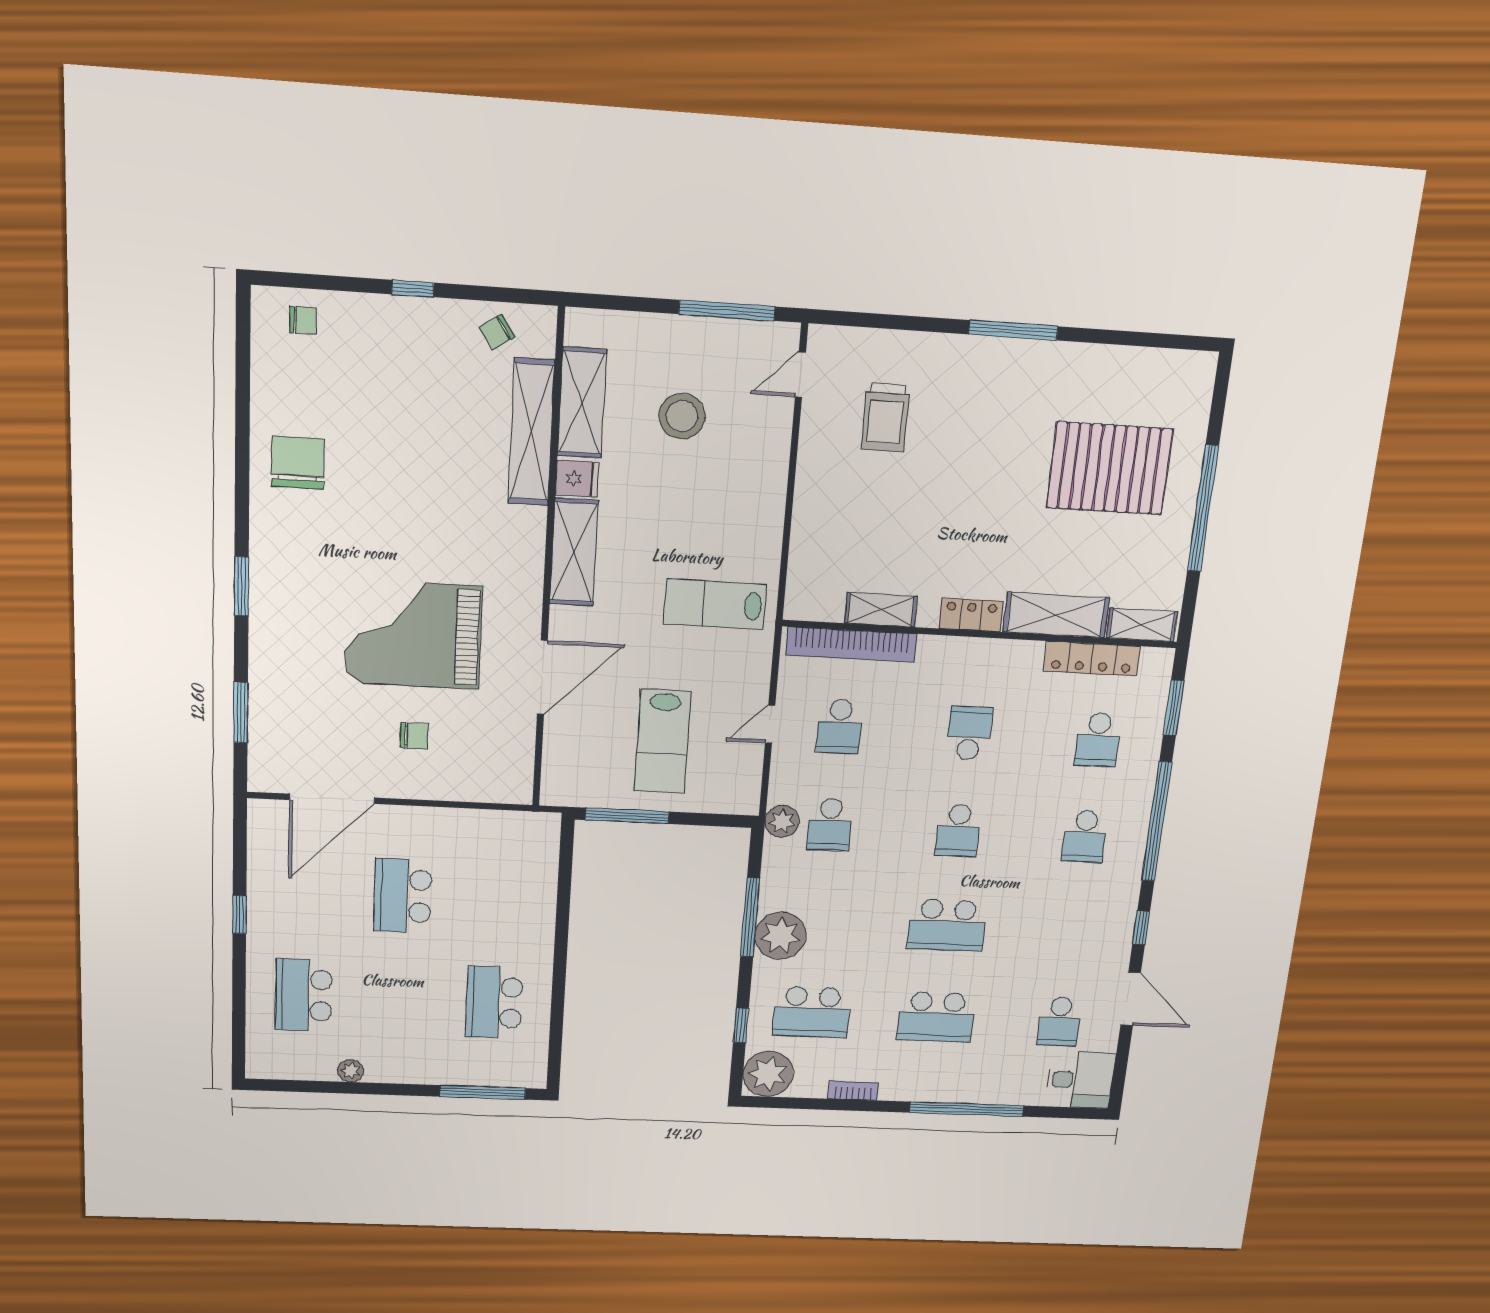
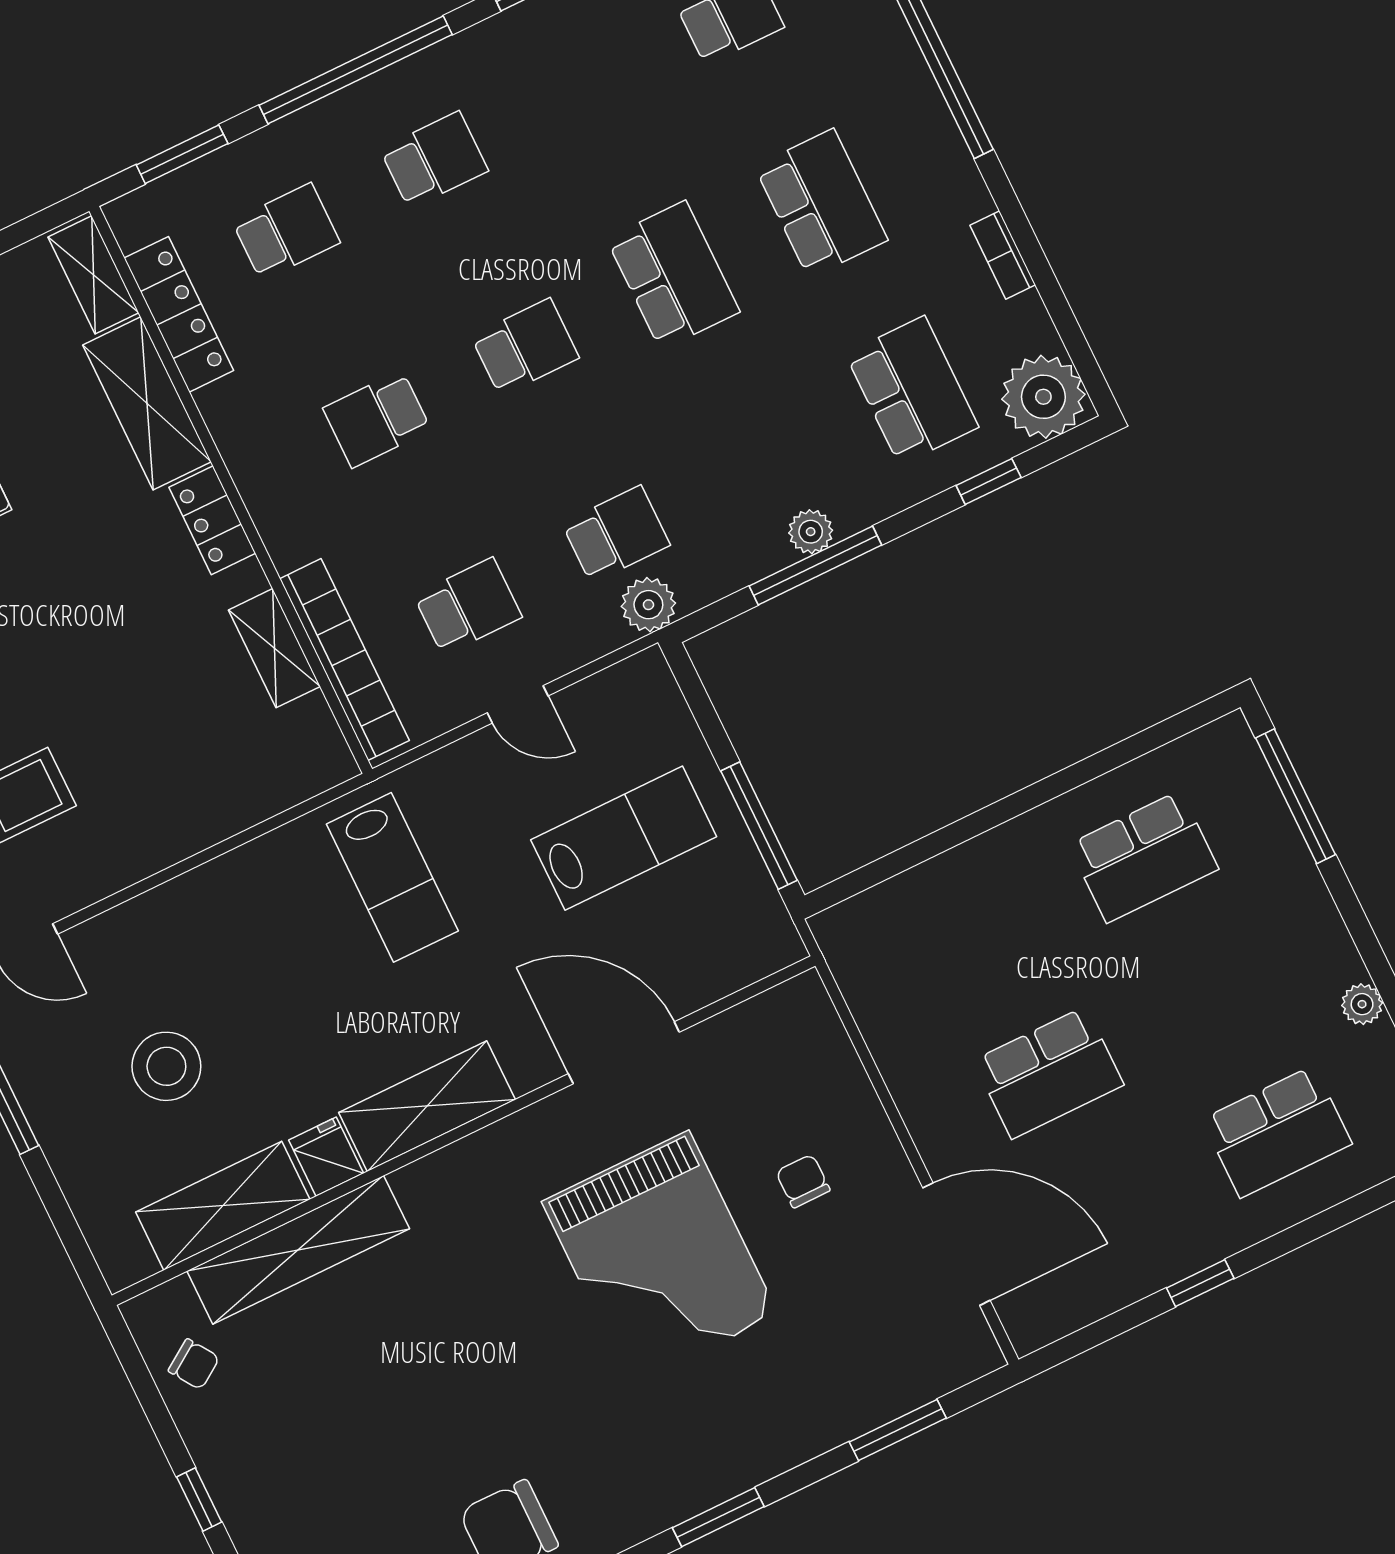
plant: (780, 936) -> (811, 532), width x0.53, depth x0.53

